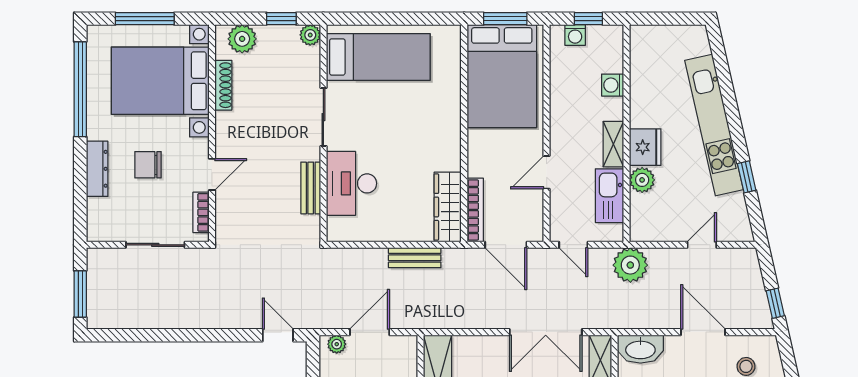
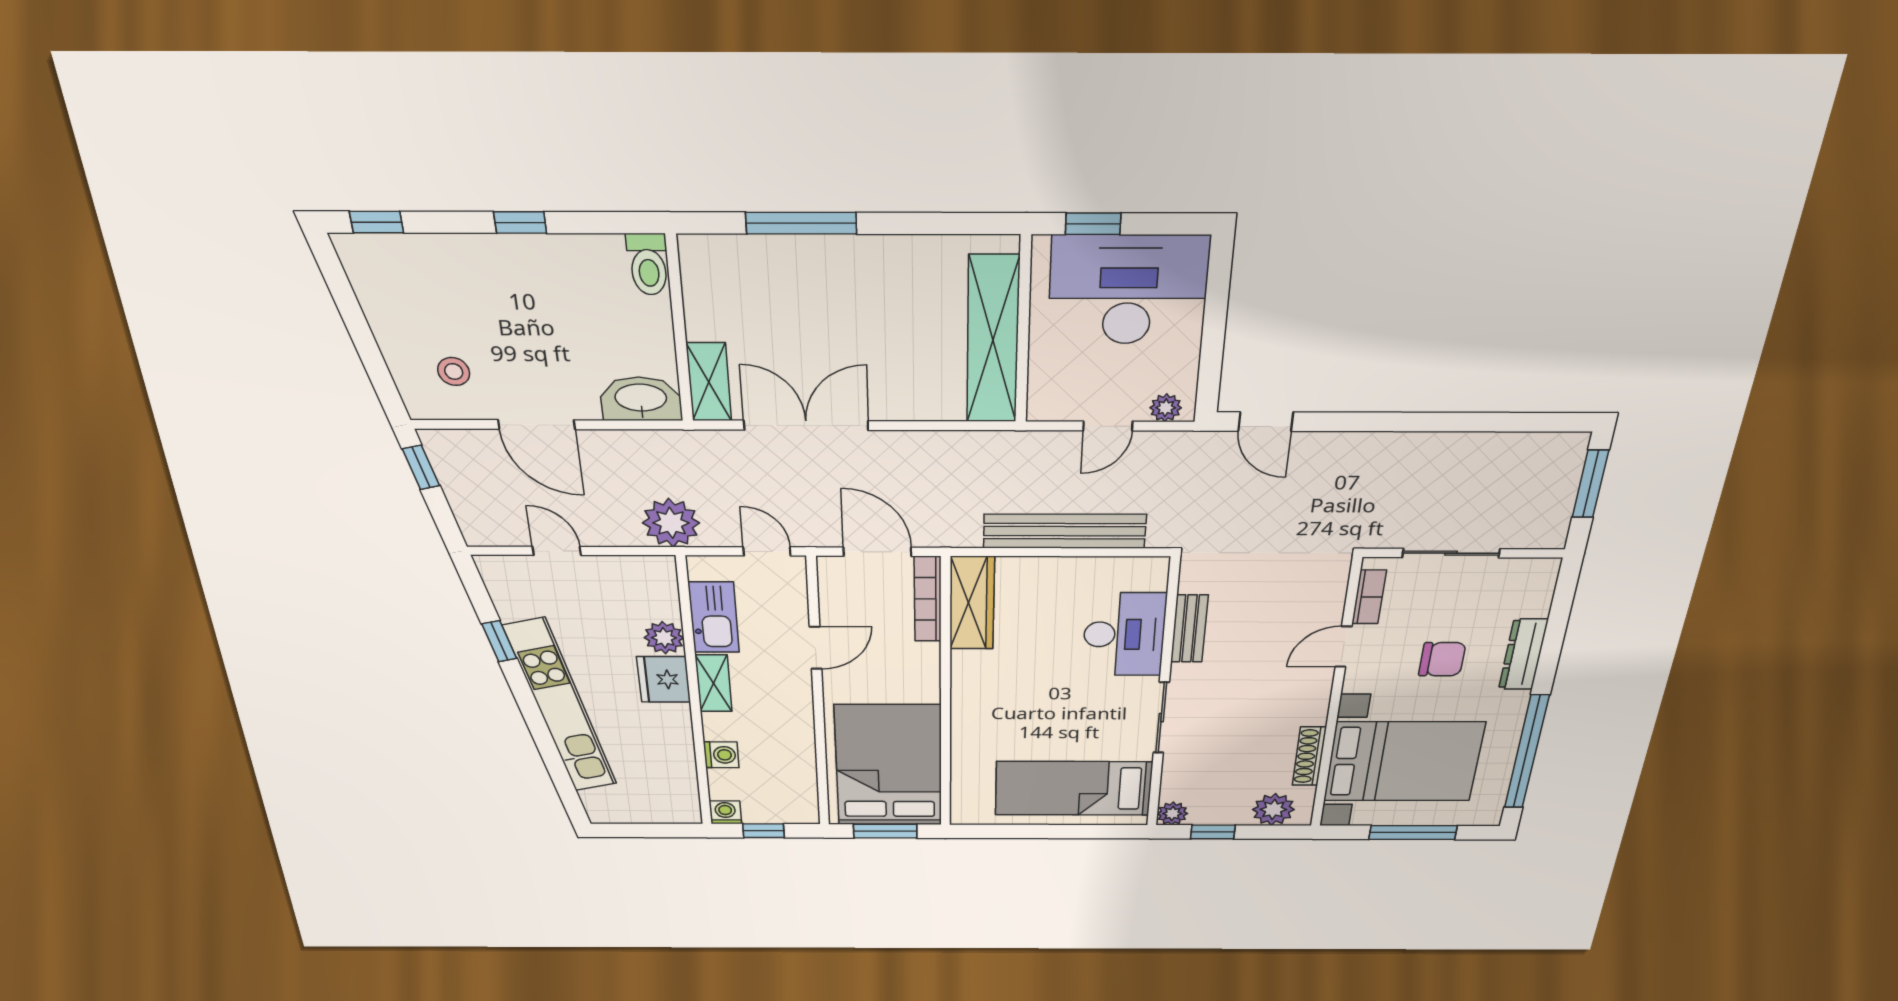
washing machine: (575, 35) -> (725, 812), moved
door: (702, 245) -> (557, 551), swing flipped
bench: (415, 258) -> (1065, 531), width x1.86, depth x1.21
door: (370, 332) -> (1108, 426), width x0.73

